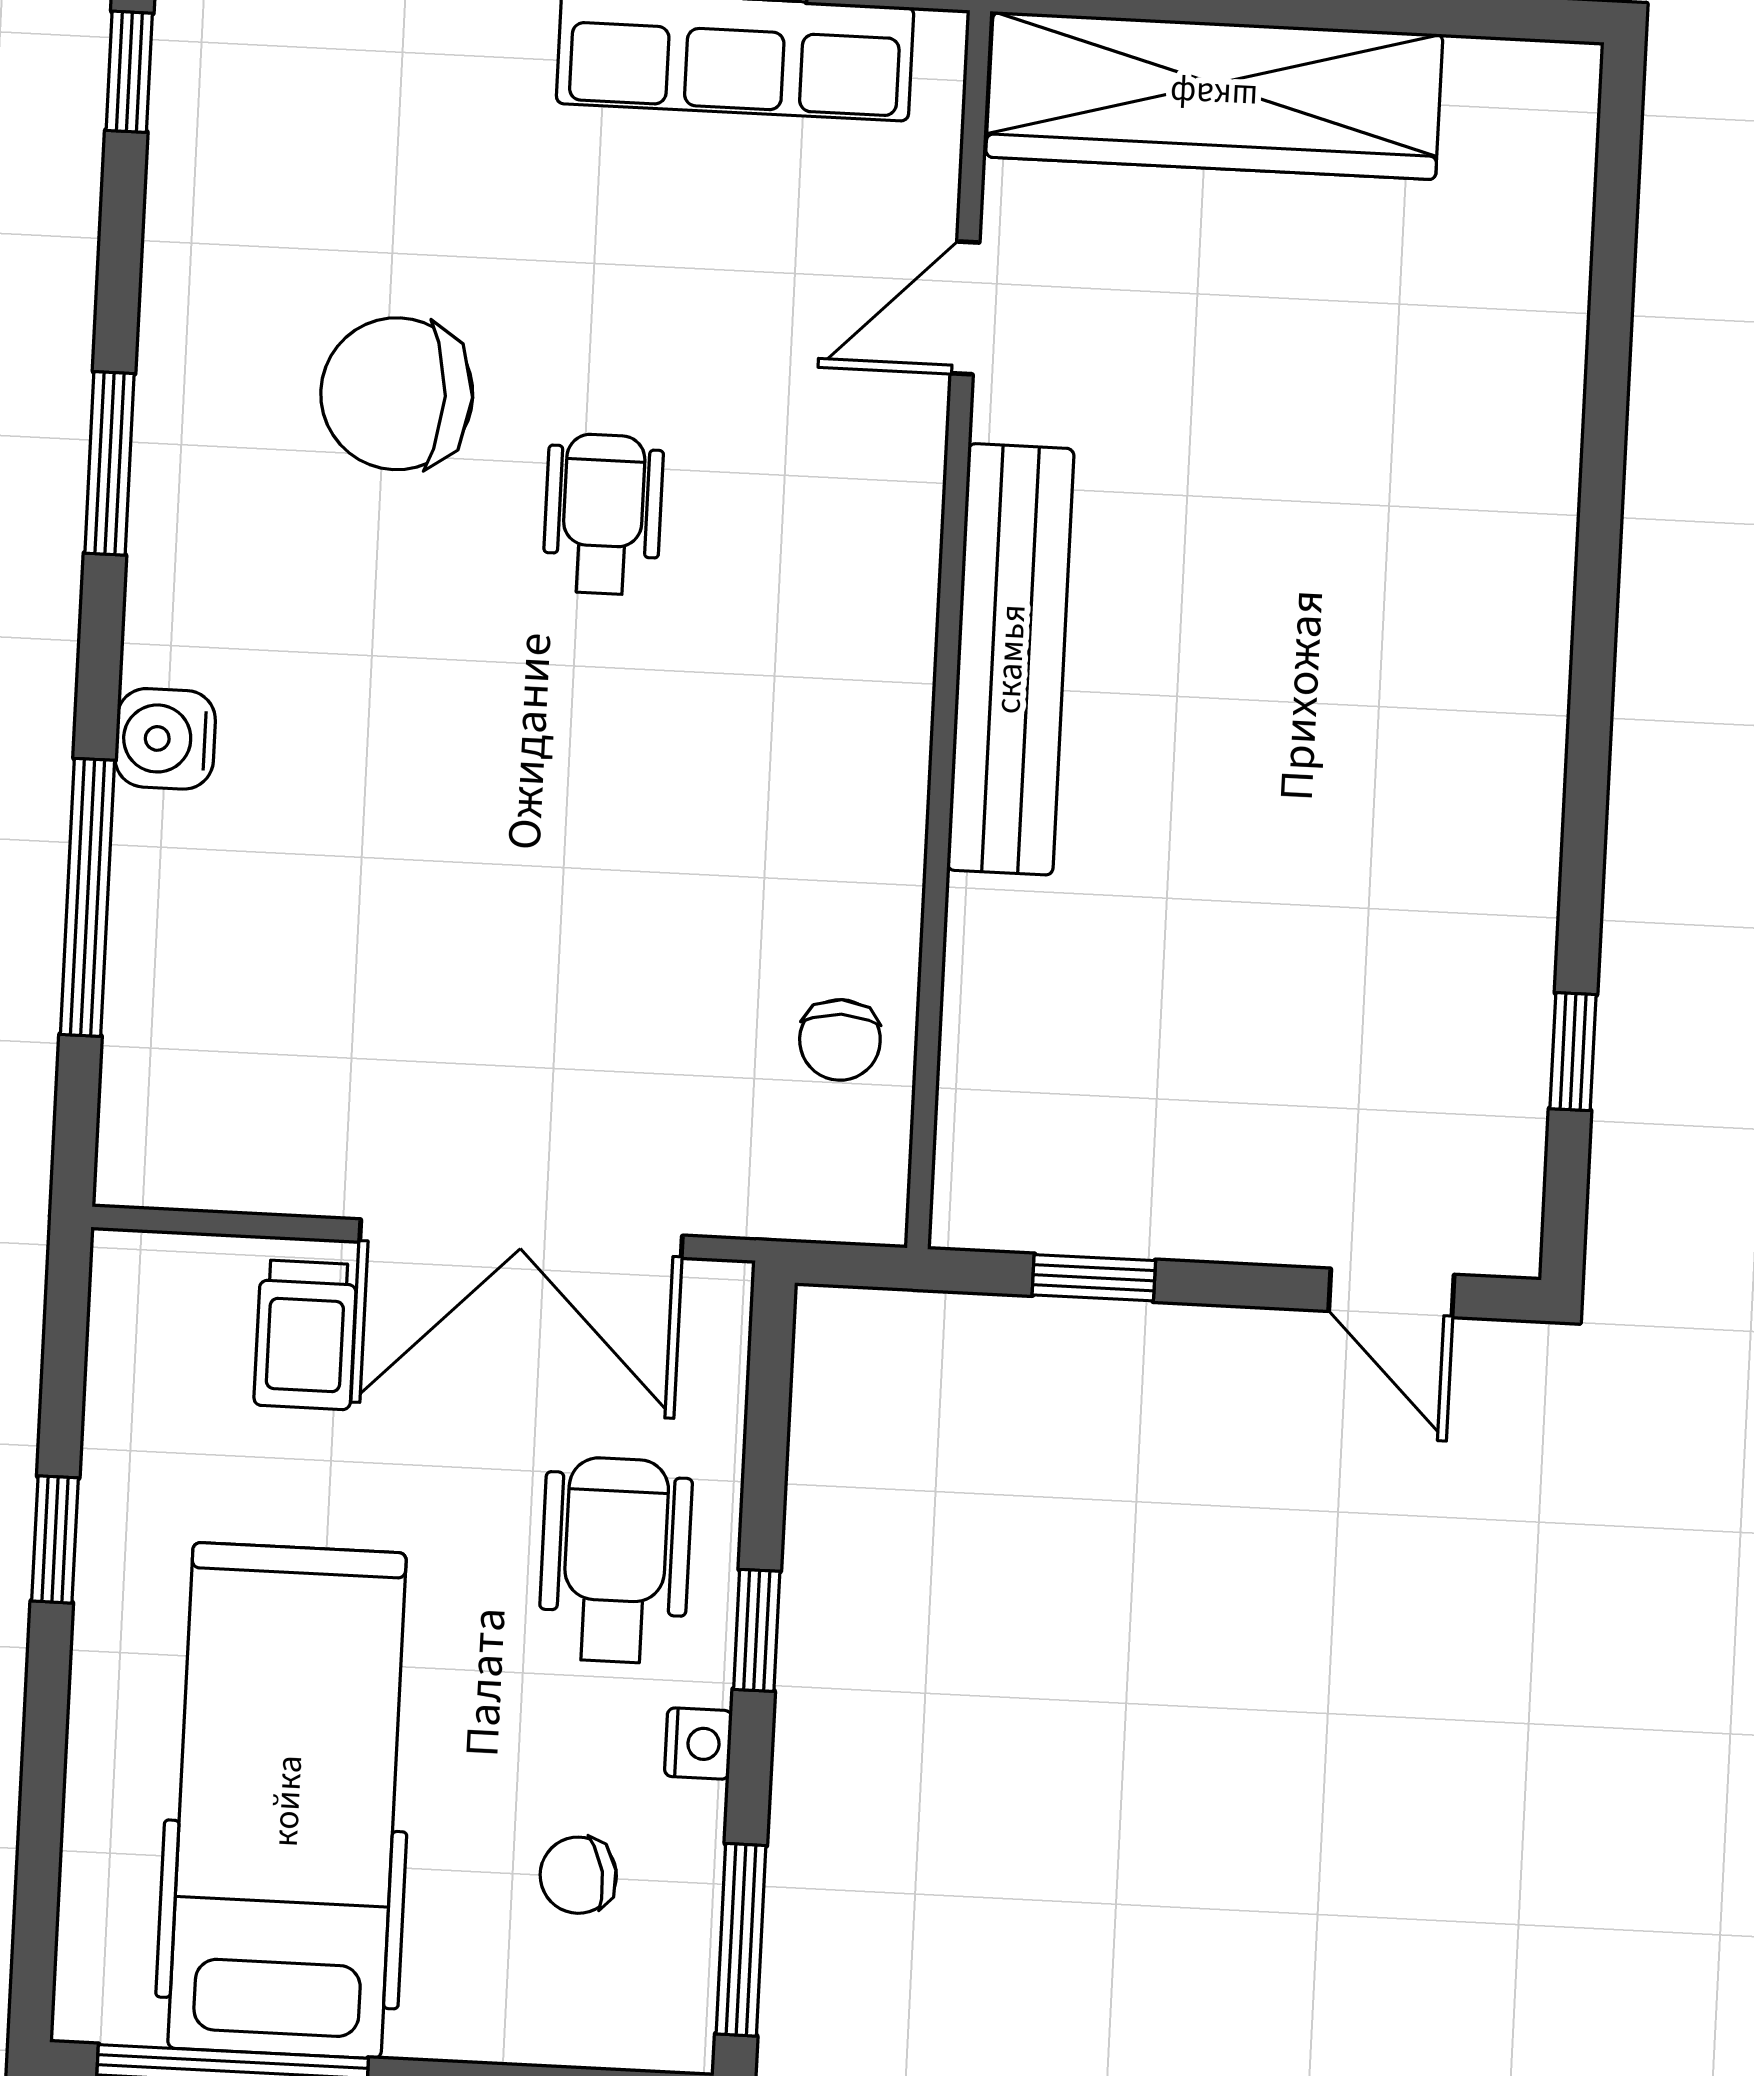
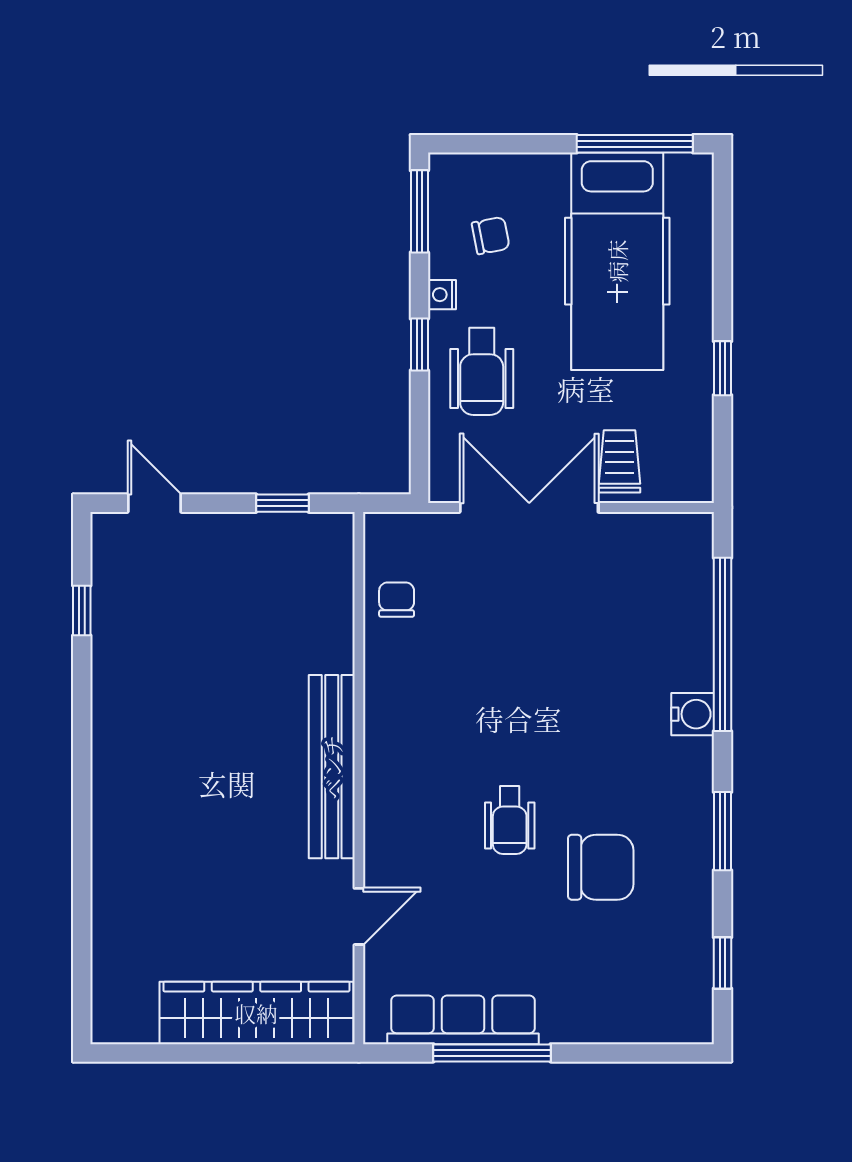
window: (129, 72) -> (723, 963), moved
window: (88, 897) -> (723, 644), width x1.46

